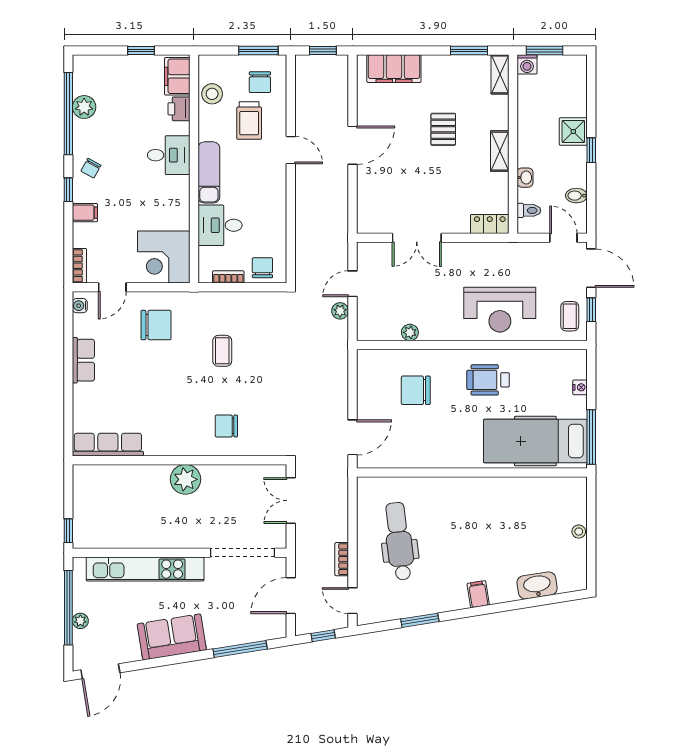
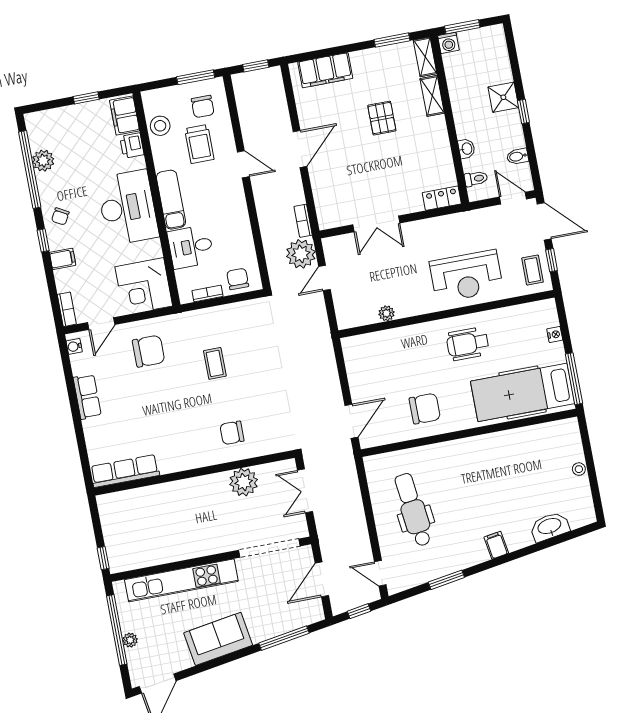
shelving: (500, 151) -> (432, 96), moved
desk: (169, 155) -> (128, 208), width x1.87, depth x1.30
plant: (340, 311) -> (301, 254), moved, width x1.87, depth x1.87
chair: (416, 390) -> (425, 409), moved, turned 180
plant: (185, 479) -> (244, 482), moved
bookcase: (342, 559) -> (303, 221), moved

